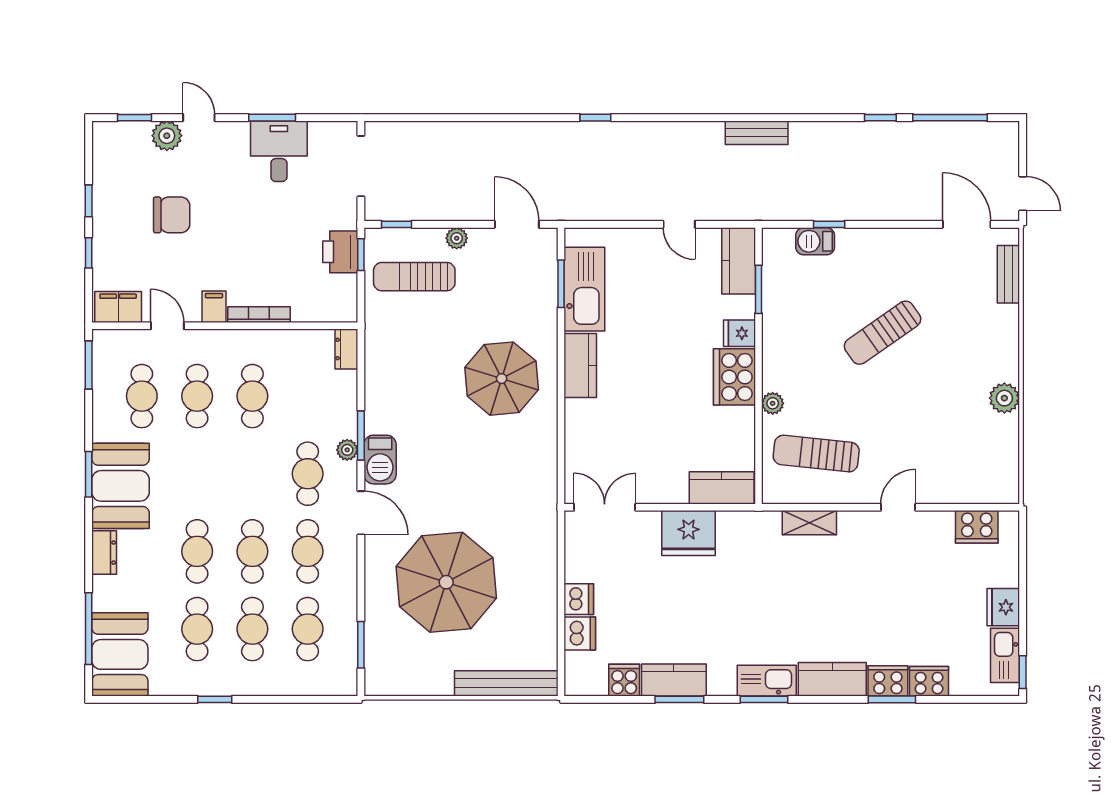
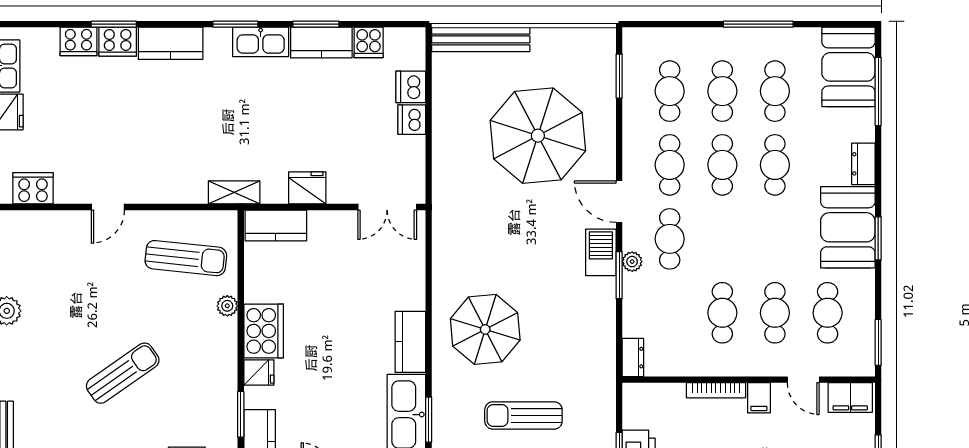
sun lounger: (414, 277) -> (523, 415), moved, turned 180
shelving: (809, 523) -> (234, 192), moved
fridge: (689, 533) -> (307, 188), width x0.73, depth x0.75
kitchen sink: (767, 681) -> (261, 42), moved
window: (215, 699) -> (758, 24), width x2.17

